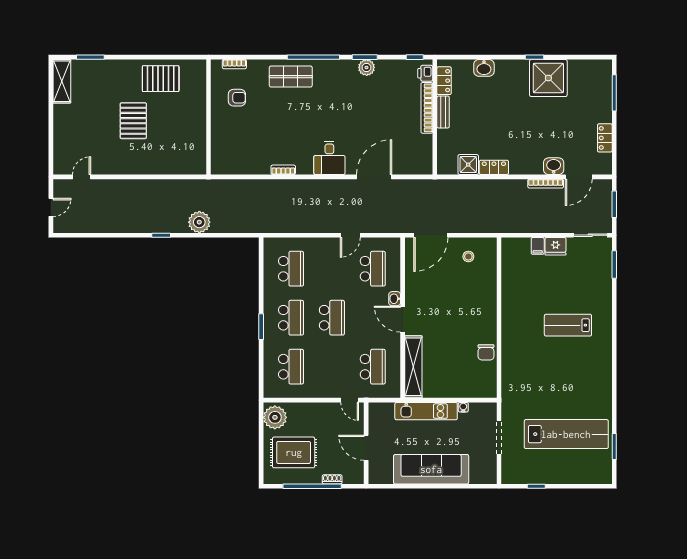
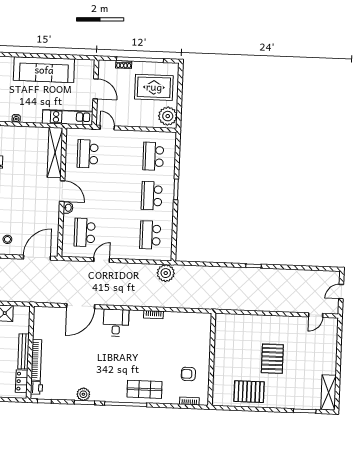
bench: (443, 112) -> (23, 351), width x1.36
plant: (199, 222) -> (166, 273), moved
school desk: (332, 318) -> (119, 194), removed
kitchen unit: (426, 411) -> (68, 117), moved

